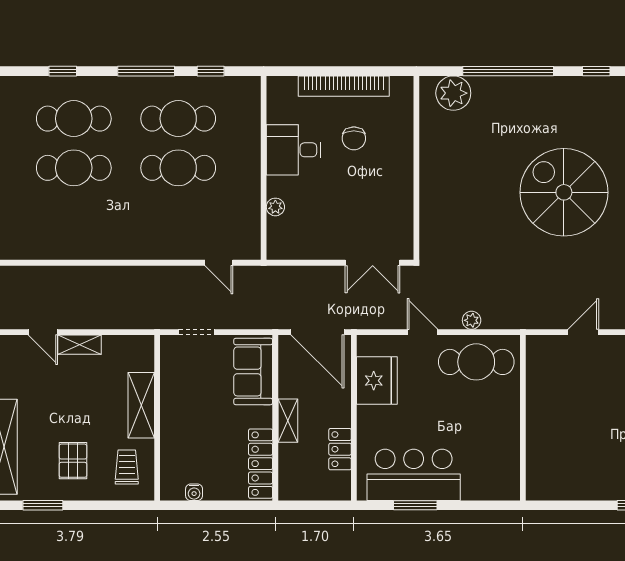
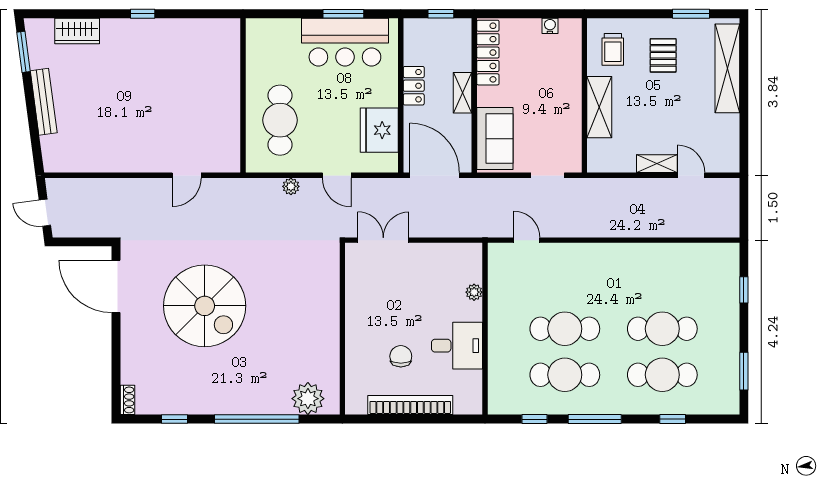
cafe table: (476, 362) -> (280, 120), moved, turned 90
locker: (340, 449) -> (414, 86), moved
window: (311, 505) -> (441, 14), added

